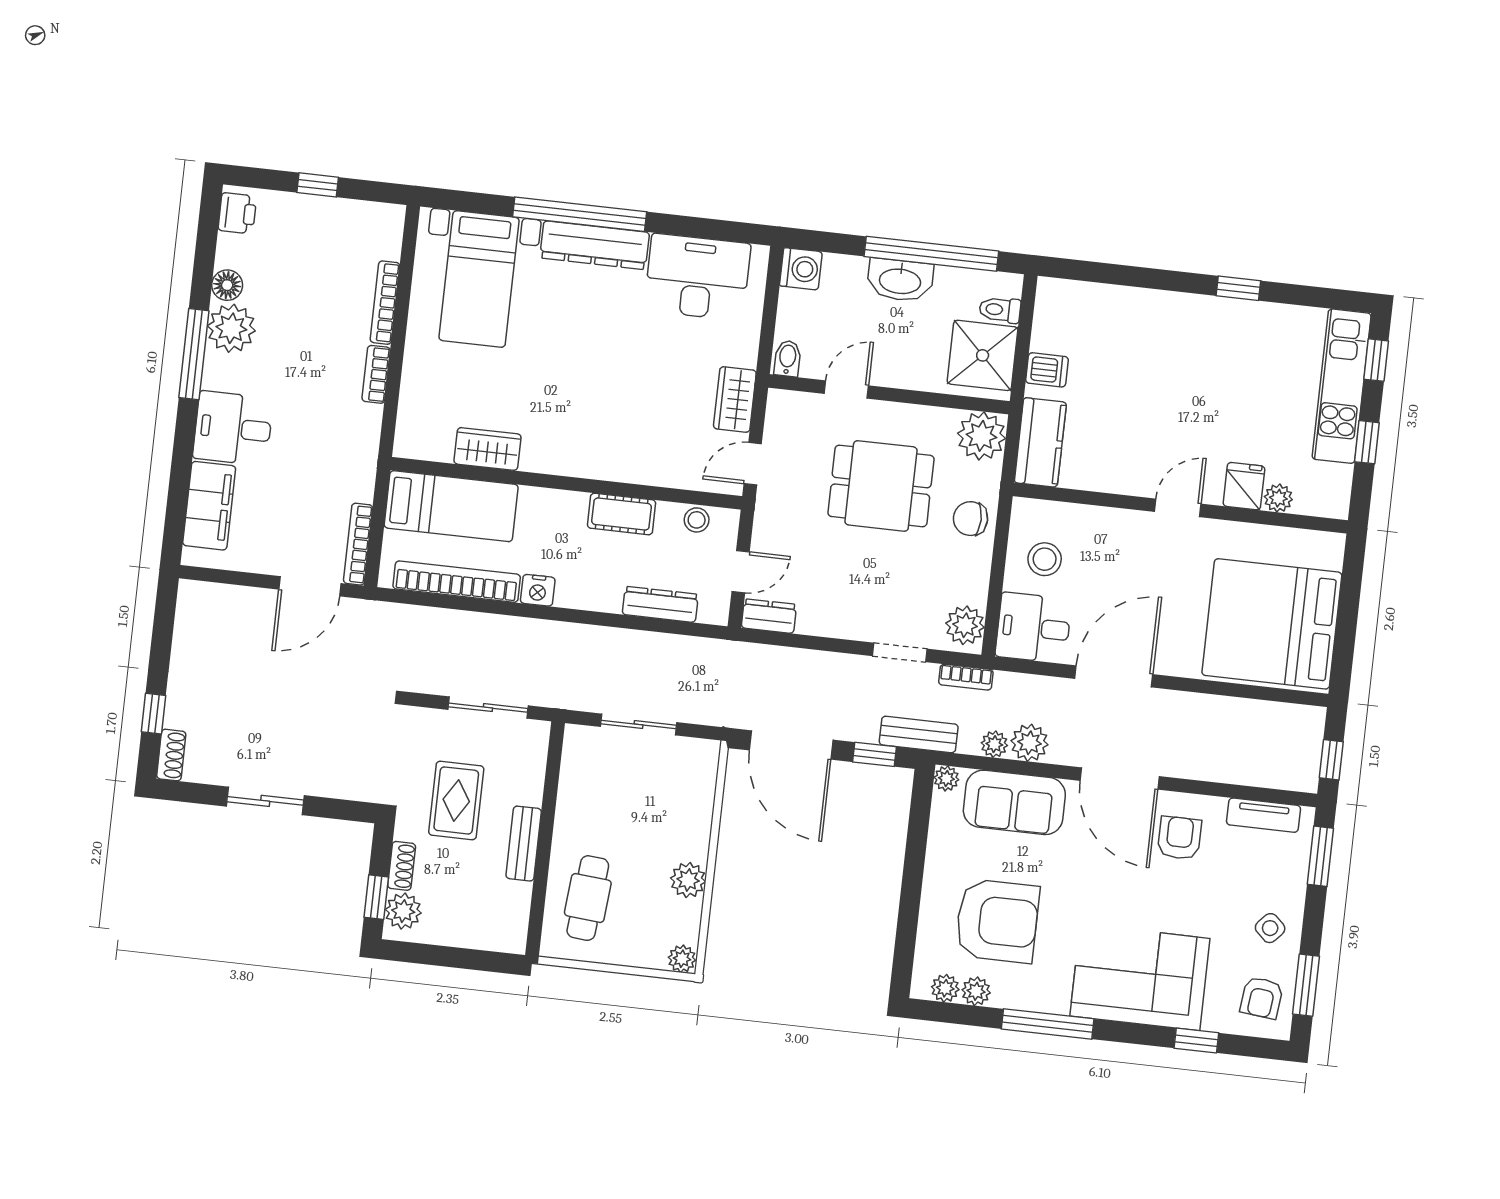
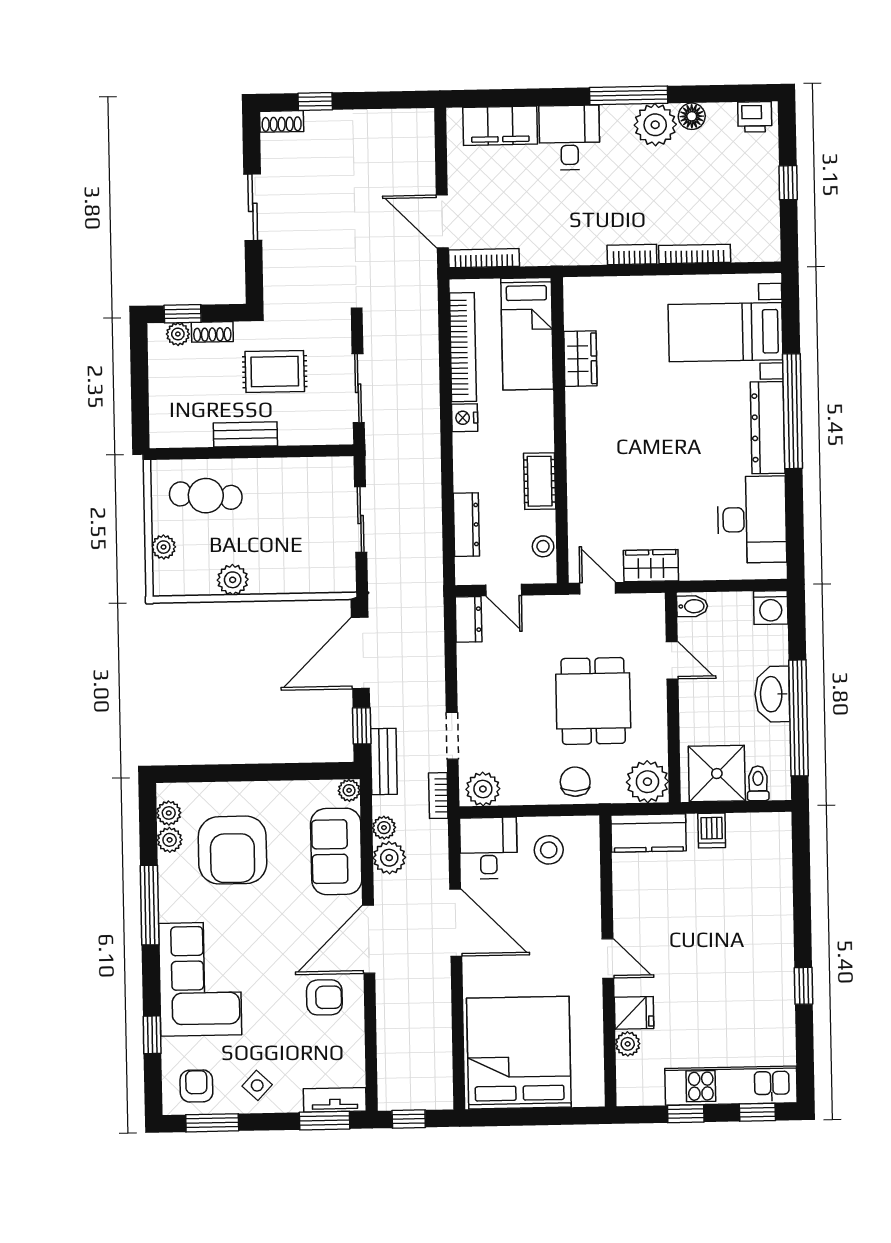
tv unit: (1263, 815) -> (335, 1100), moved, turned 90
plant: (403, 911) -> (178, 334), width x0.73, depth x0.73
plant: (682, 959) -> (164, 547), moved
armchair: (1262, 998) -> (196, 1086), turned 84

